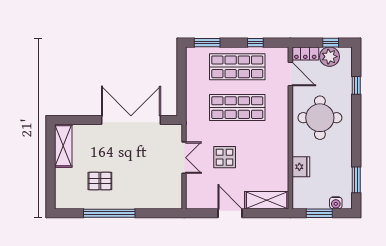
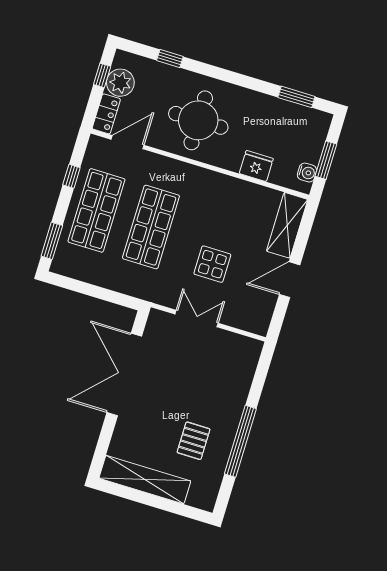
shelving: (63, 146) -> (145, 480), width x1.47
water cooler: (336, 203) -> (307, 173), moved

